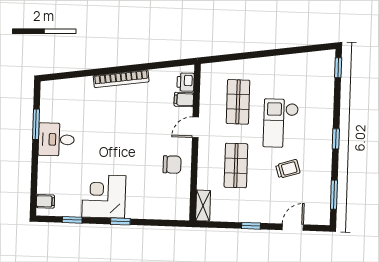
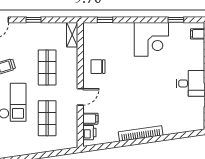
window: (120, 221) -> (105, 20), moved

